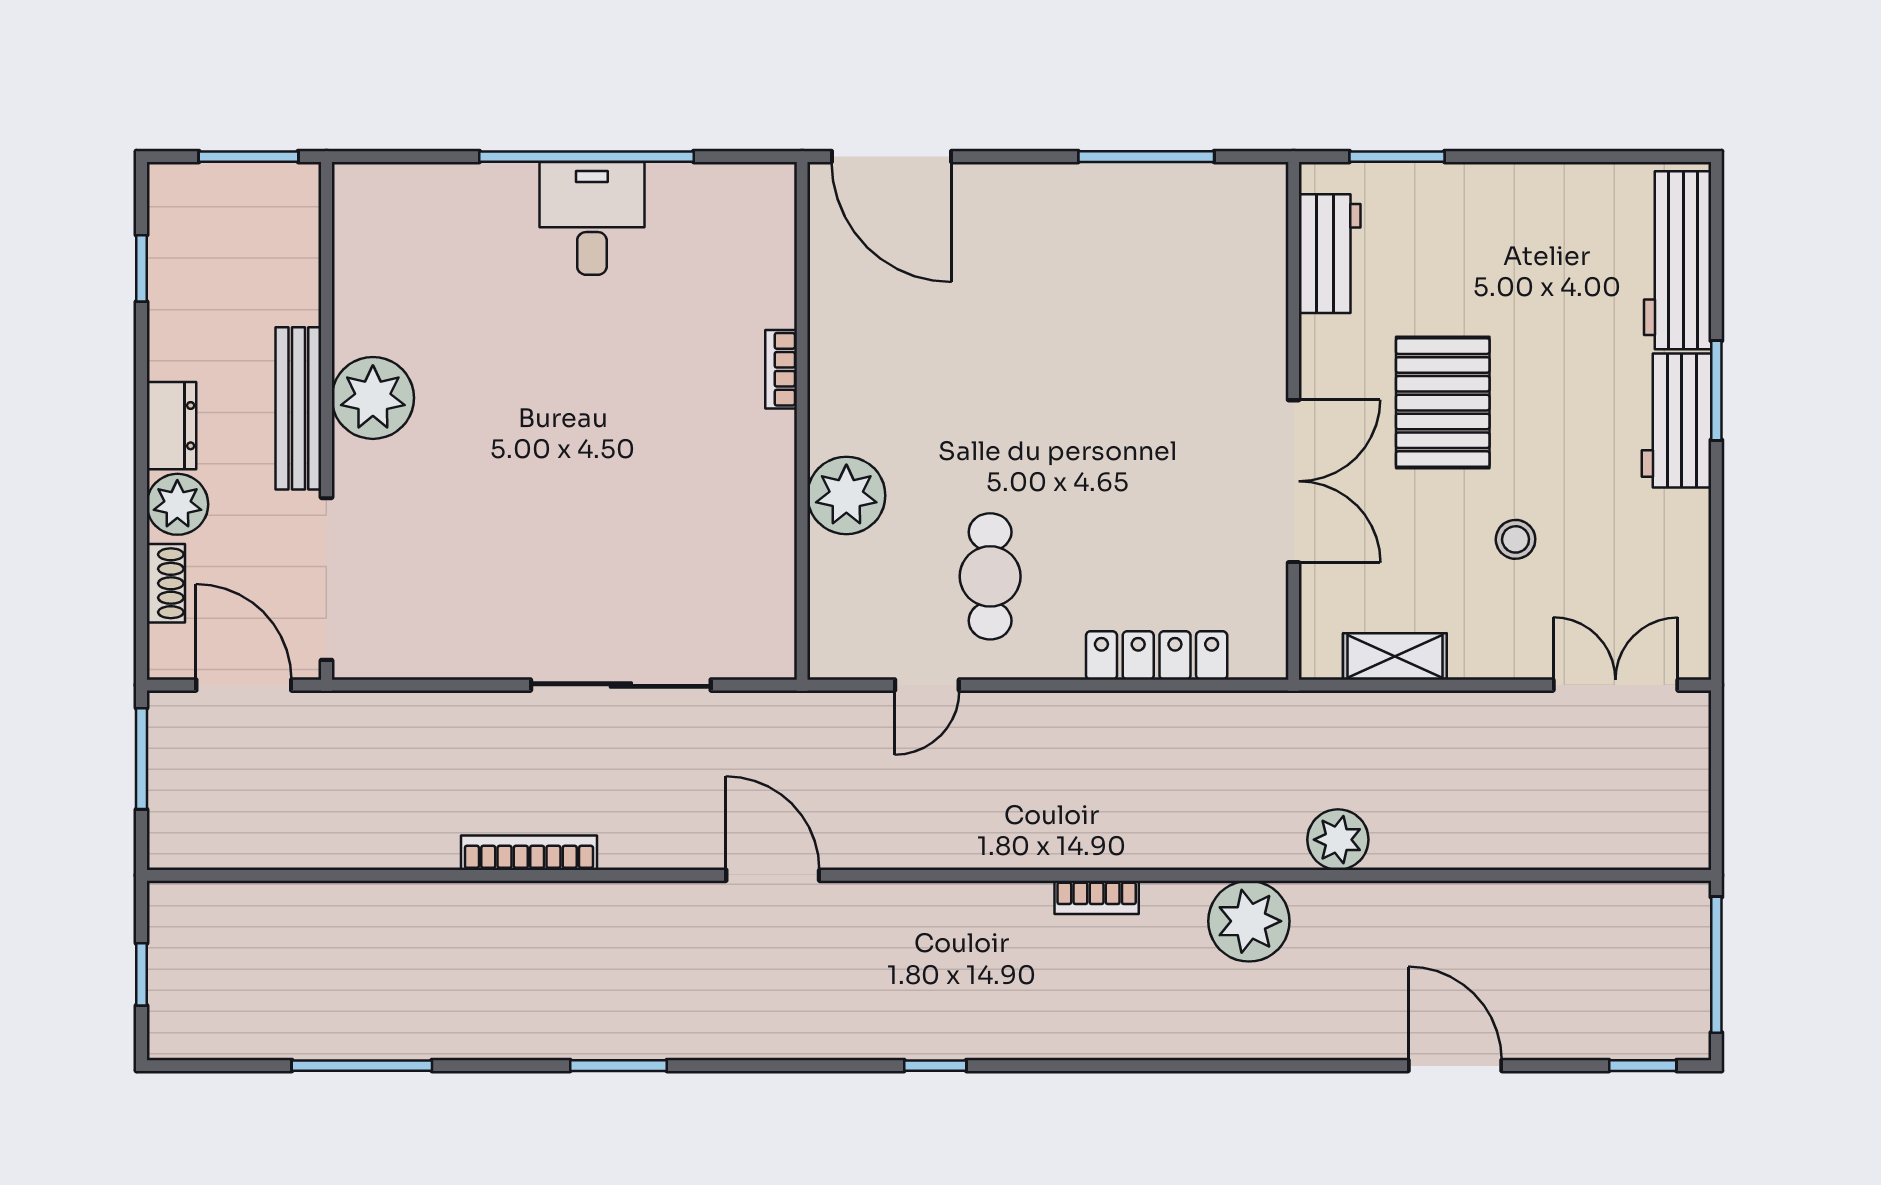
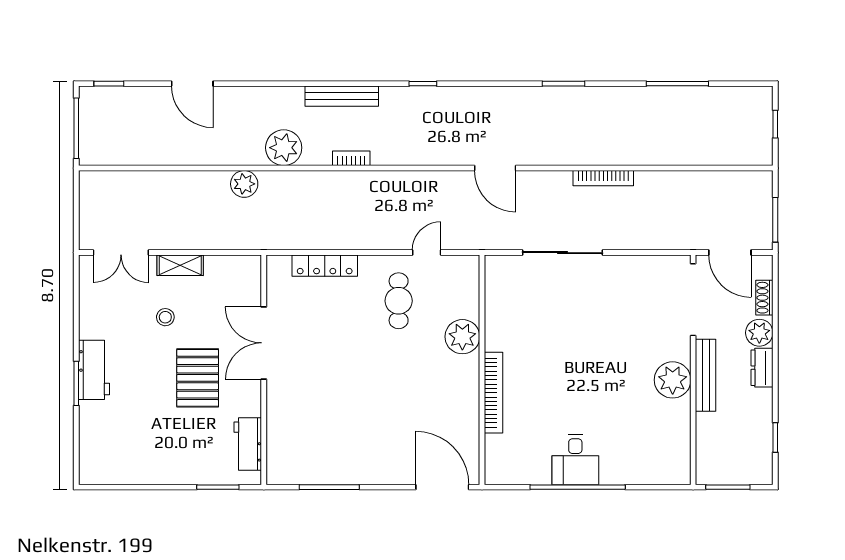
workbench: (1678, 260) -> (93, 441), removed
bookcase: (781, 369) -> (494, 393), width x2.31, depth x1.31
shelving: (1395, 656) -> (180, 265), moved
bench: (1118, 1037) -> (342, 96), added

